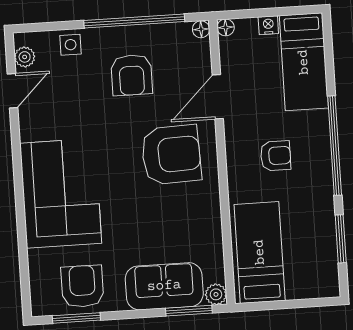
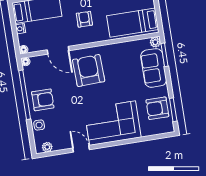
armchair: (132, 75) -> (43, 100), moved
door: (13, 91) -> (81, 149), moved

